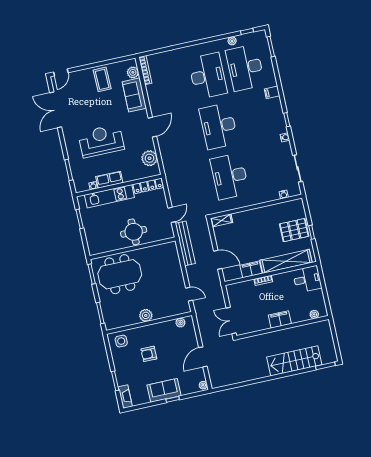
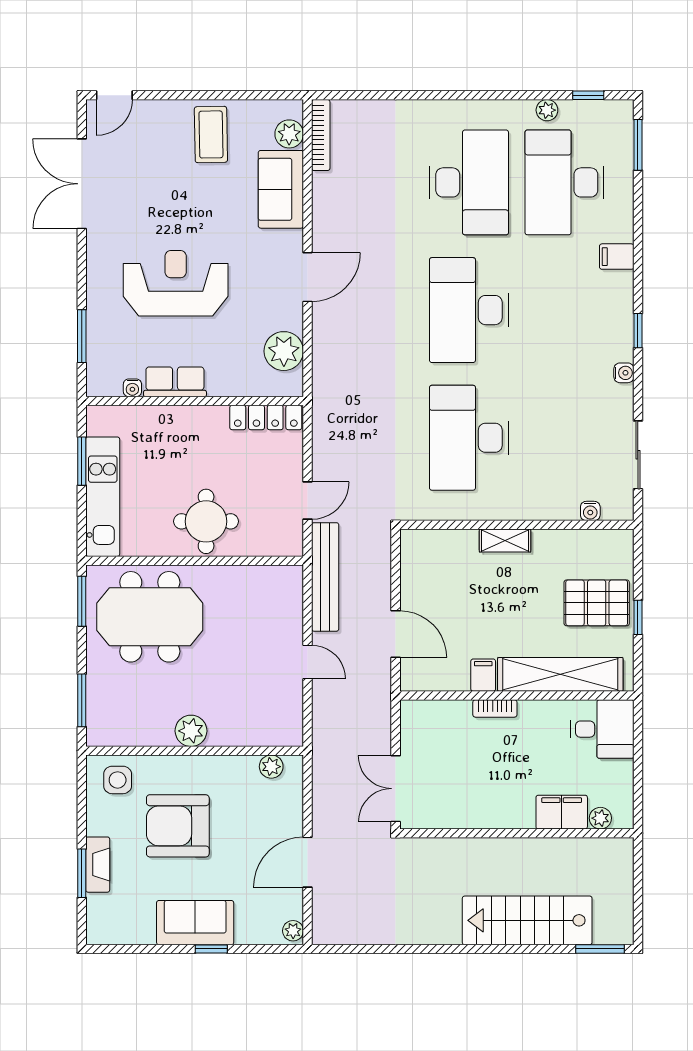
kitchen unit: (109, 196) -> (103, 497), moved, turned -90
shelving: (221, 220) -> (505, 541), moved
filing cabinet: (251, 269) -> (483, 675), width x0.50
door: (189, 294) -> (308, 662), moved
filing cabinet: (280, 319) -> (562, 812), moved
armchair: (149, 354) -> (178, 826), width x1.88, depth x1.88
fireplace: (125, 397) -> (98, 865), moved

